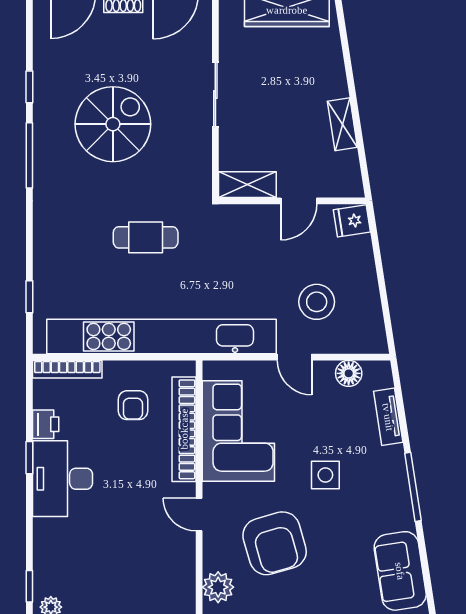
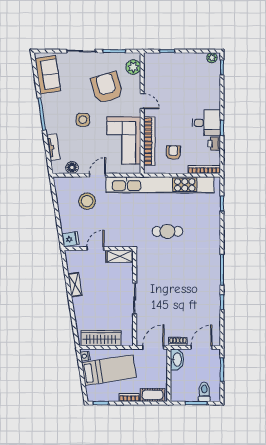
spiral stairs: (113, 124) -> (183, 285), removed
door: (294, 357) -> (97, 175), hinge flipped
desk: (63, 479) -> (206, 123), width x0.73

